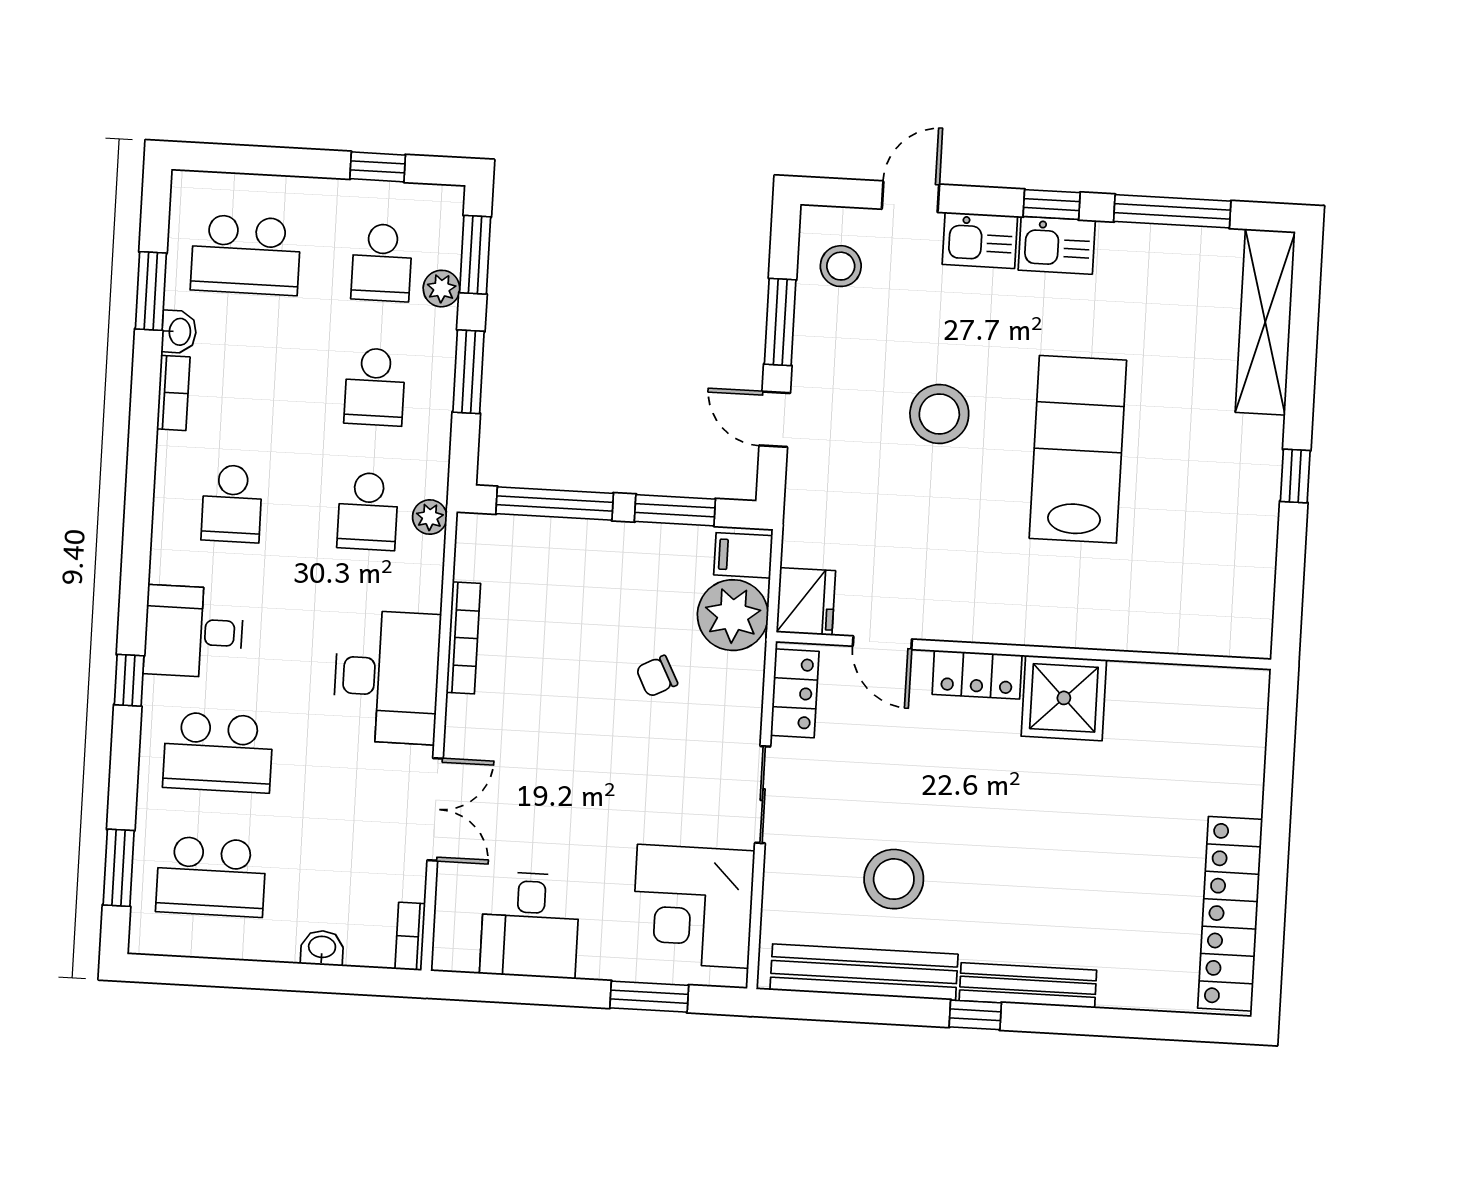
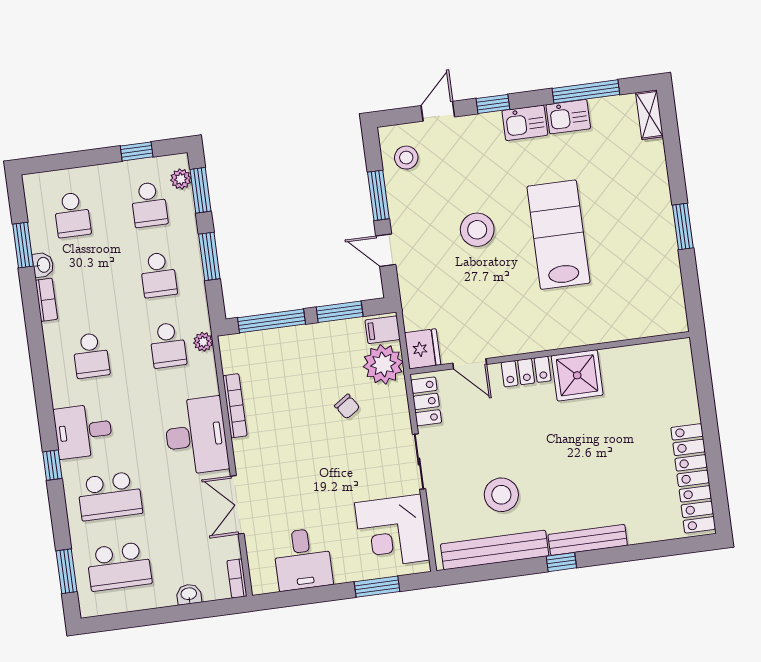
window: (1052, 205) -> (493, 104), moved
kitchen sink: (980, 240) -> (568, 117), moved
school desk: (246, 255) -> (72, 215), width x0.54
plant: (441, 289) -> (181, 179), moved
shelving: (1265, 322) -> (649, 115), width x0.45, depth x0.75
window: (1295, 476) -> (683, 226), width x1.50
chair: (657, 676) -> (347, 407), turned -97
double door: (435, 809) -> (237, 505), swing flipped

